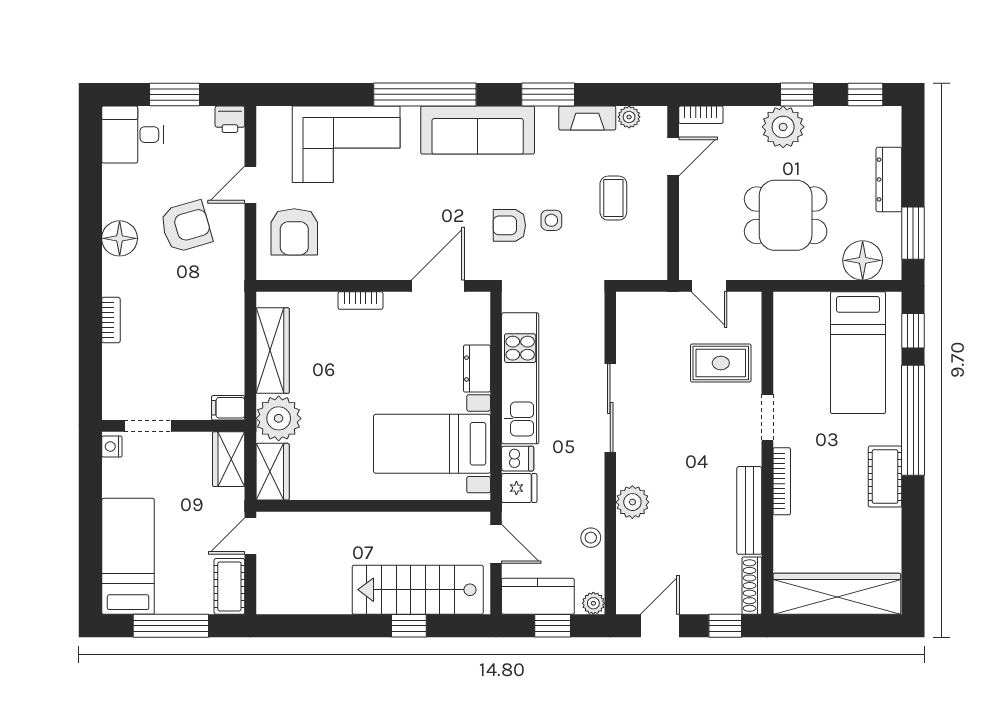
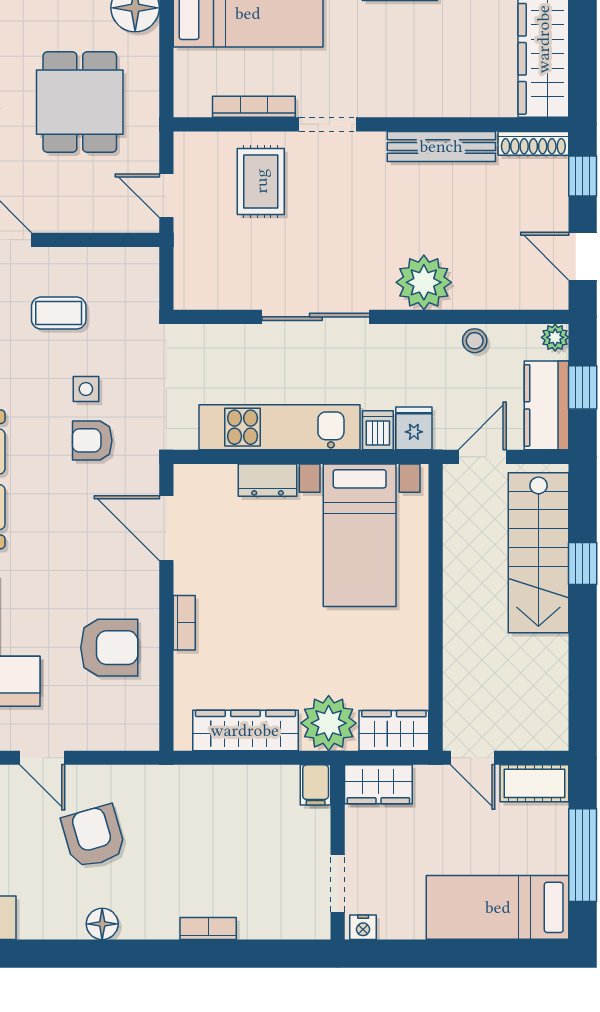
armchair: (509, 225) -> (92, 440), turned 90
armchair: (294, 232) -> (109, 648), moved
floor lamp: (120, 238) -> (102, 924), width x0.73, depth x0.73
door: (709, 286) -> (166, 196), swing flipped
bookcase: (782, 481) -> (254, 107), moved
plant: (632, 502) -> (424, 282), width x1.36, depth x1.36

